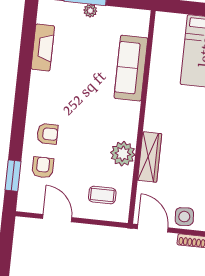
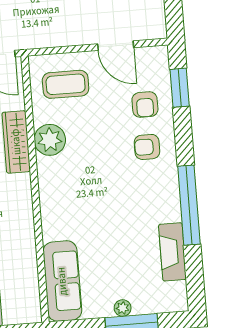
sofa: (131, 68) -> (62, 281), moved
window: (23, 82) -> (189, 205), added
coffee table: (102, 195) -> (66, 84), width x1.36, depth x1.30

